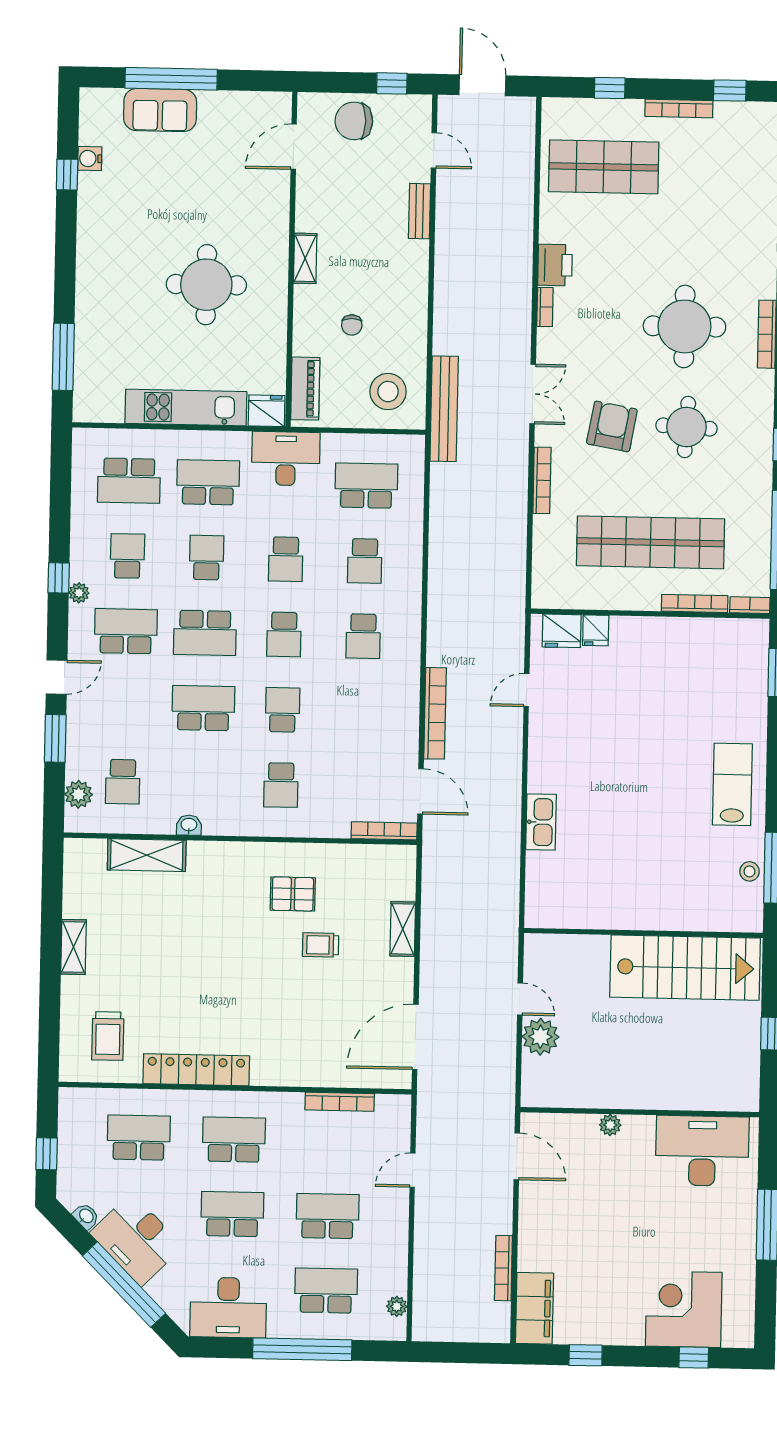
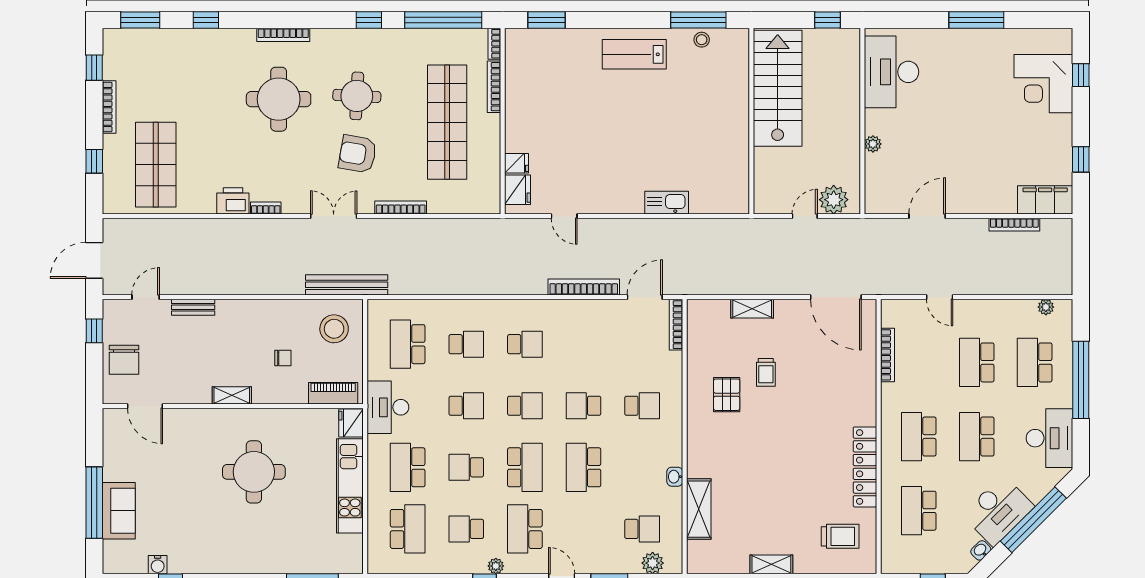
wall: (640, 1112) -> (862, 121), moved
plant: (610, 1125) -> (873, 144), moved
desk: (702, 1151) -> (892, 72), moved

